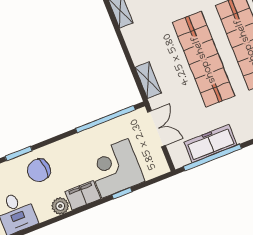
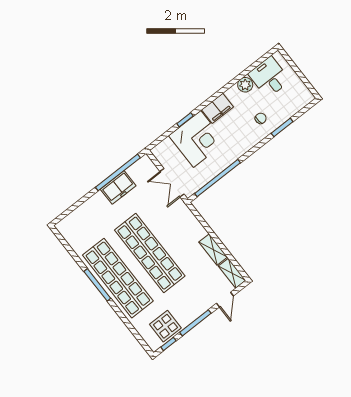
shelving: (148, 80) -> (213, 250), moved
freezer: (210, 144) -> (118, 187), width x0.71
chair: (39, 170) -> (261, 118), width x0.54, depth x0.54
plant: (60, 206) -> (245, 85), moved

